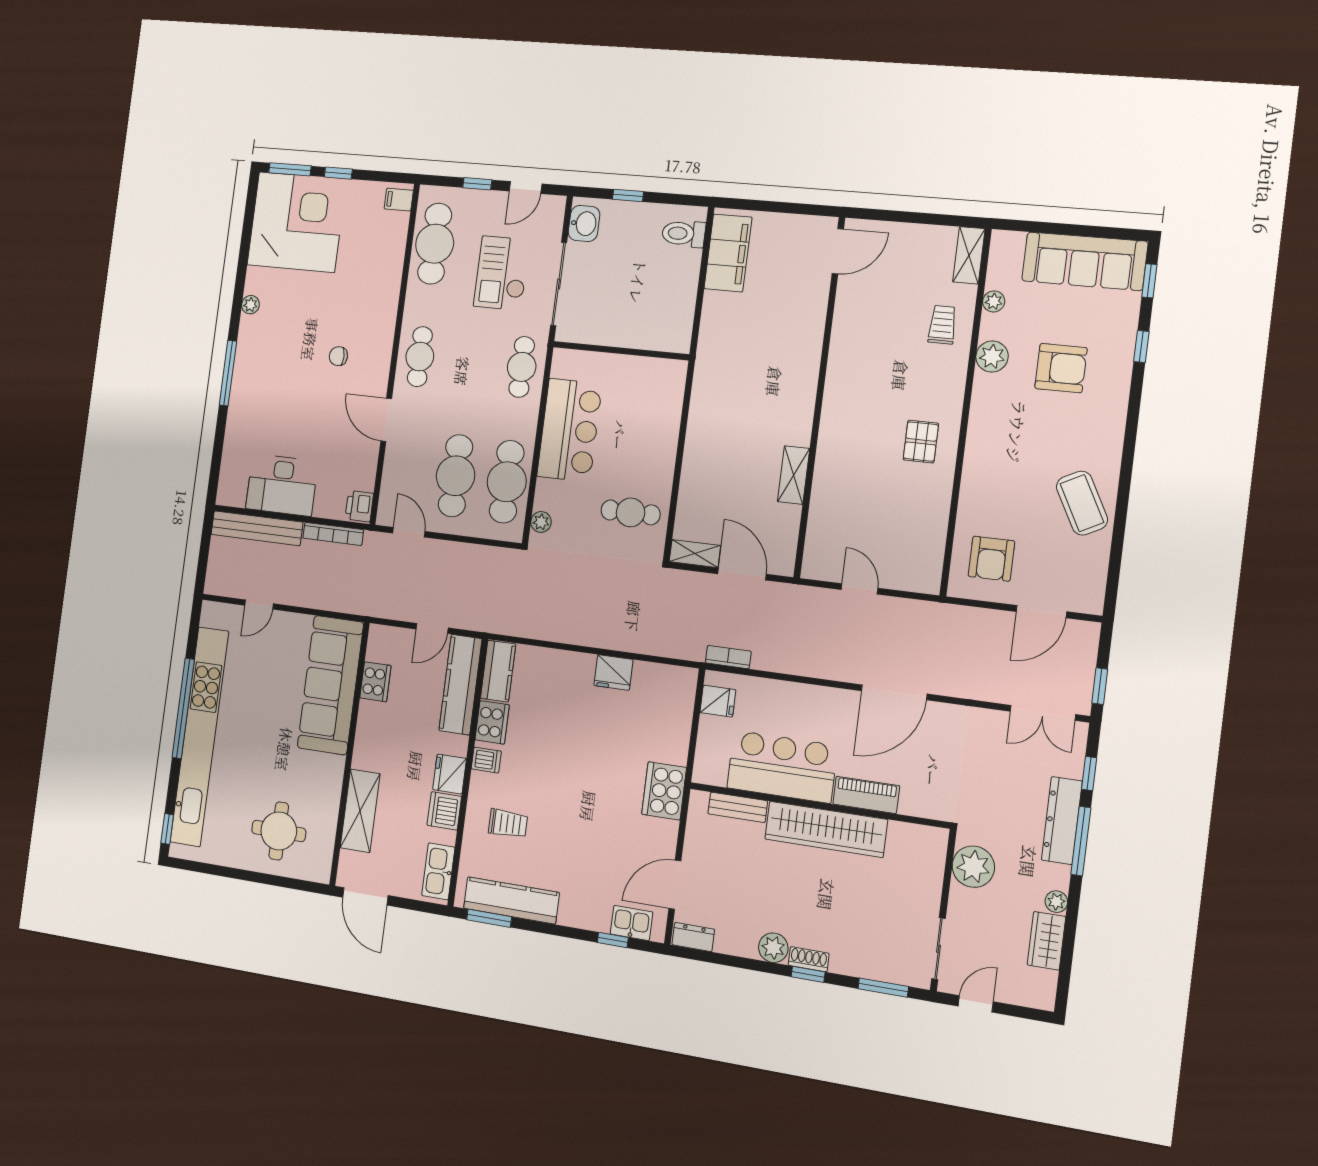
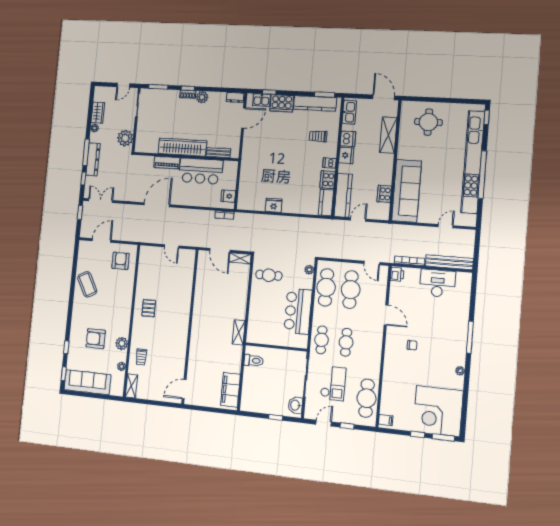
toilet: (684, 234) -> (254, 361), moved
cafe table: (420, 357) -> (346, 342), moved
shelving: (794, 475) -> (239, 332), moved
cooker: (664, 791) -> (282, 103), moved, turned 90

